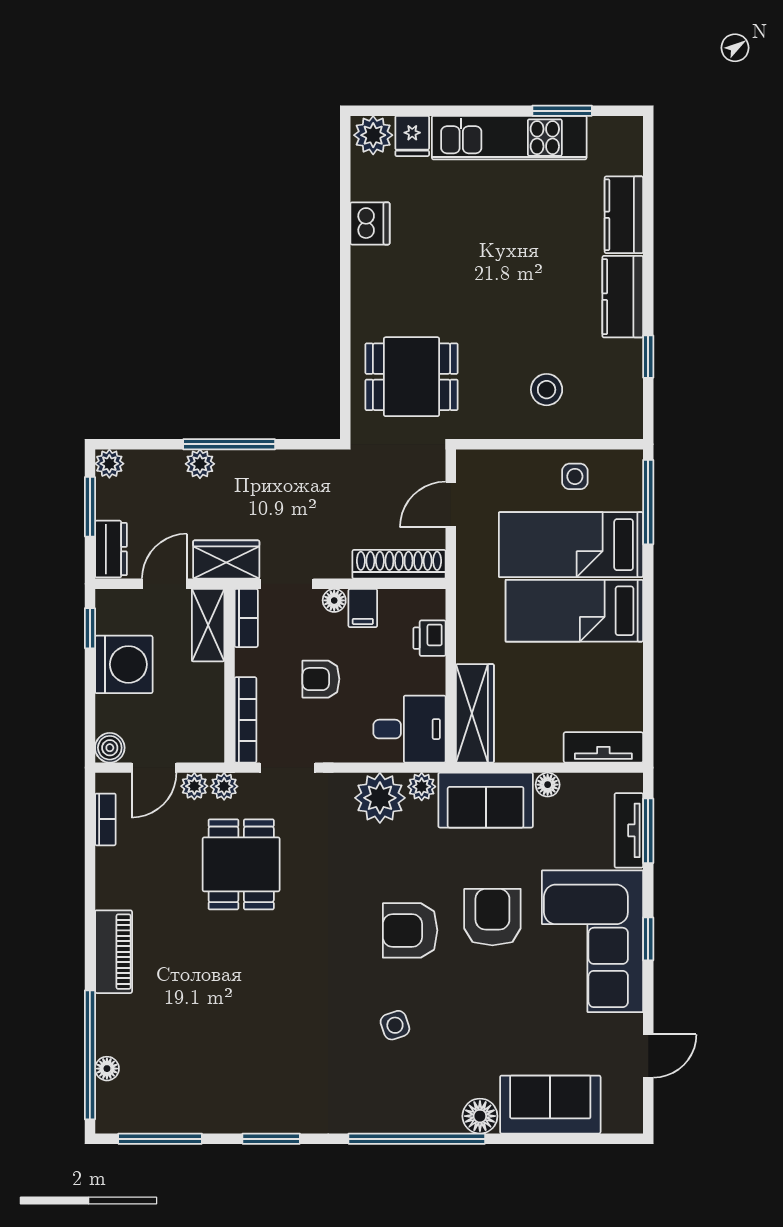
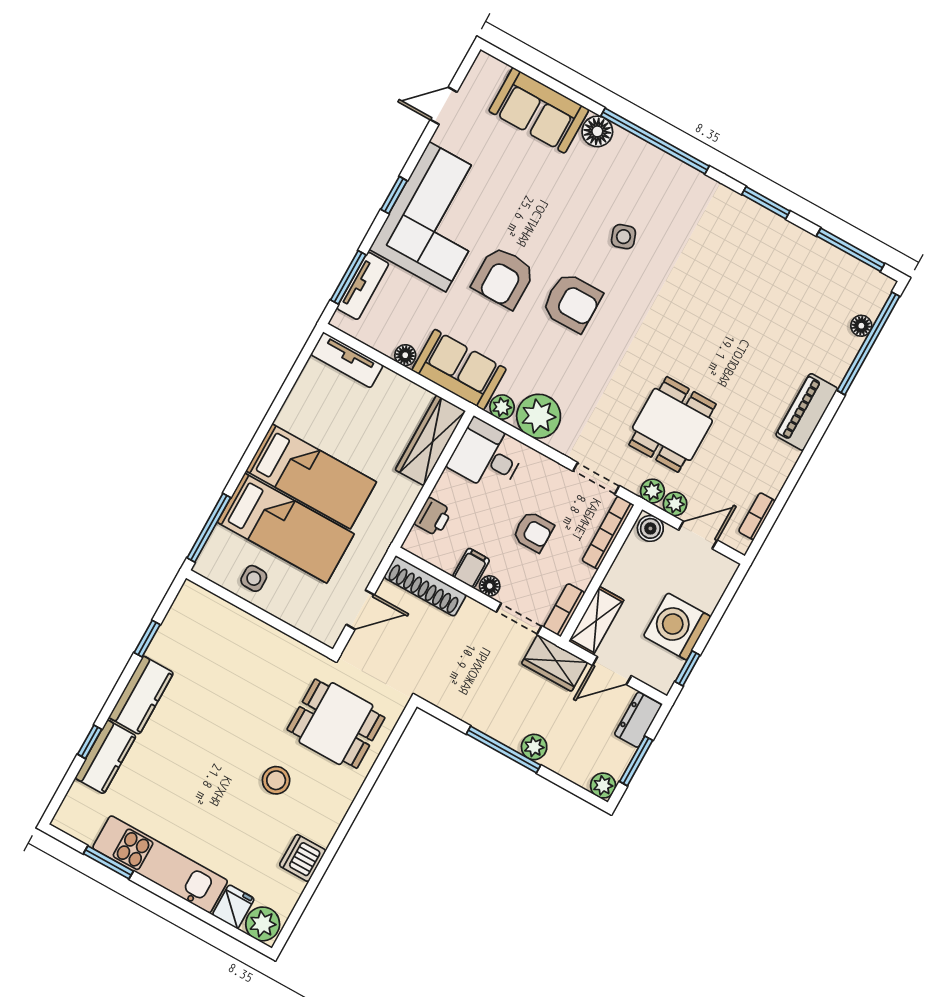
window: (648, 221) -> (90, 742), added
stool: (547, 390) -> (276, 780), moved
boiler: (110, 748) -> (650, 528), moved

